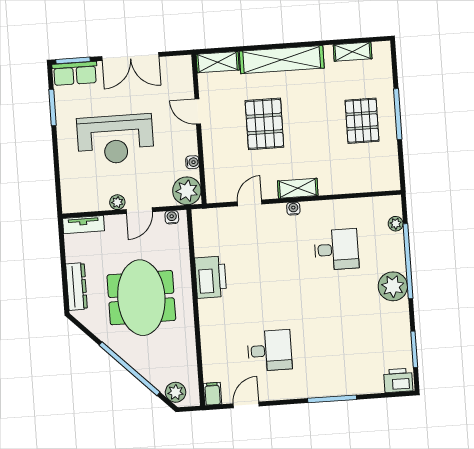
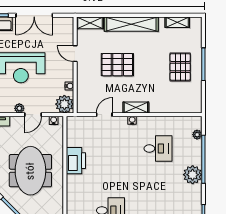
pallet: (264, 124) -> (117, 65), turned 90

